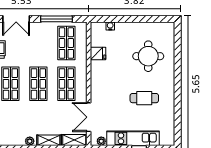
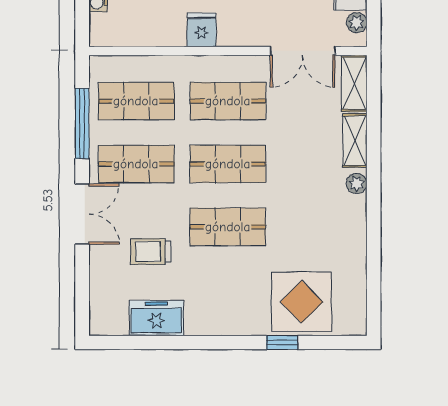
shop shelf: (38, 43) -> (136, 164), added
fridge: (98, 54) -> (202, 30), moved

